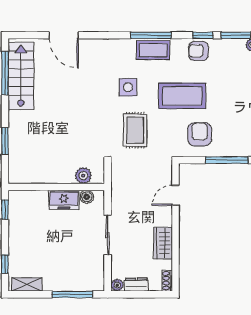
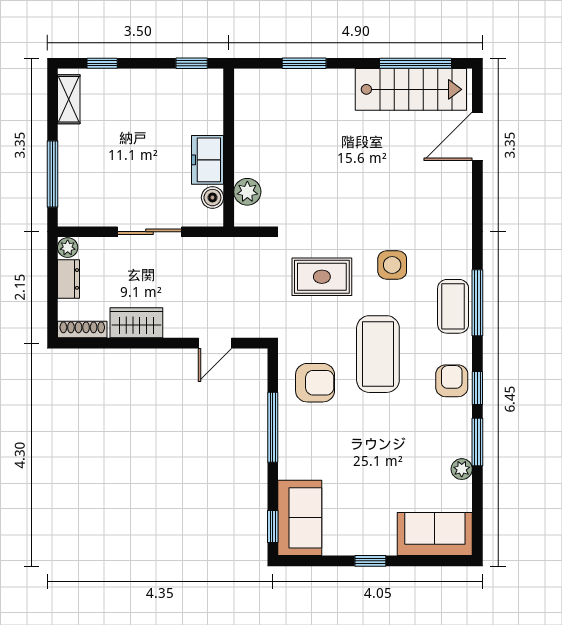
door: (64, 35) -> (477, 136), moved
door: (176, 195) -> (215, 343), swing flipped
shoe rack: (167, 281) -> (82, 330), width x1.43

